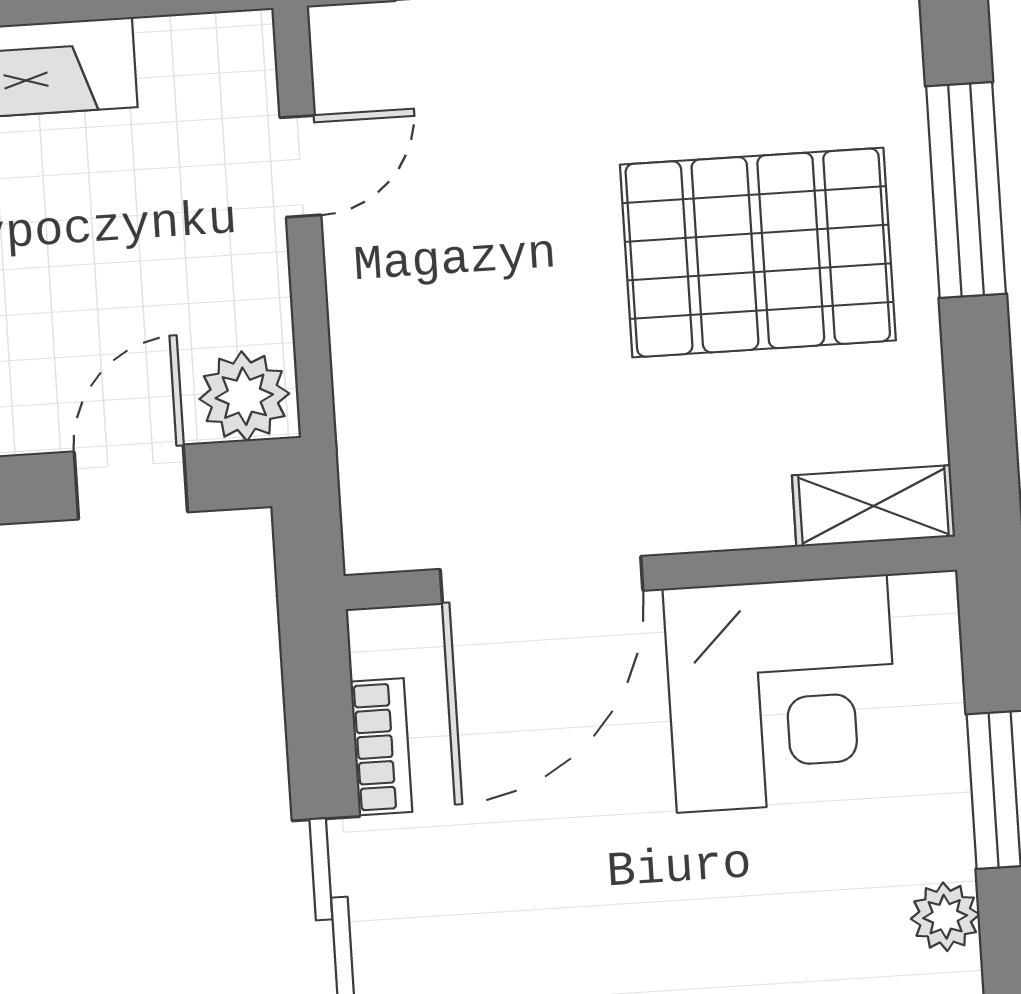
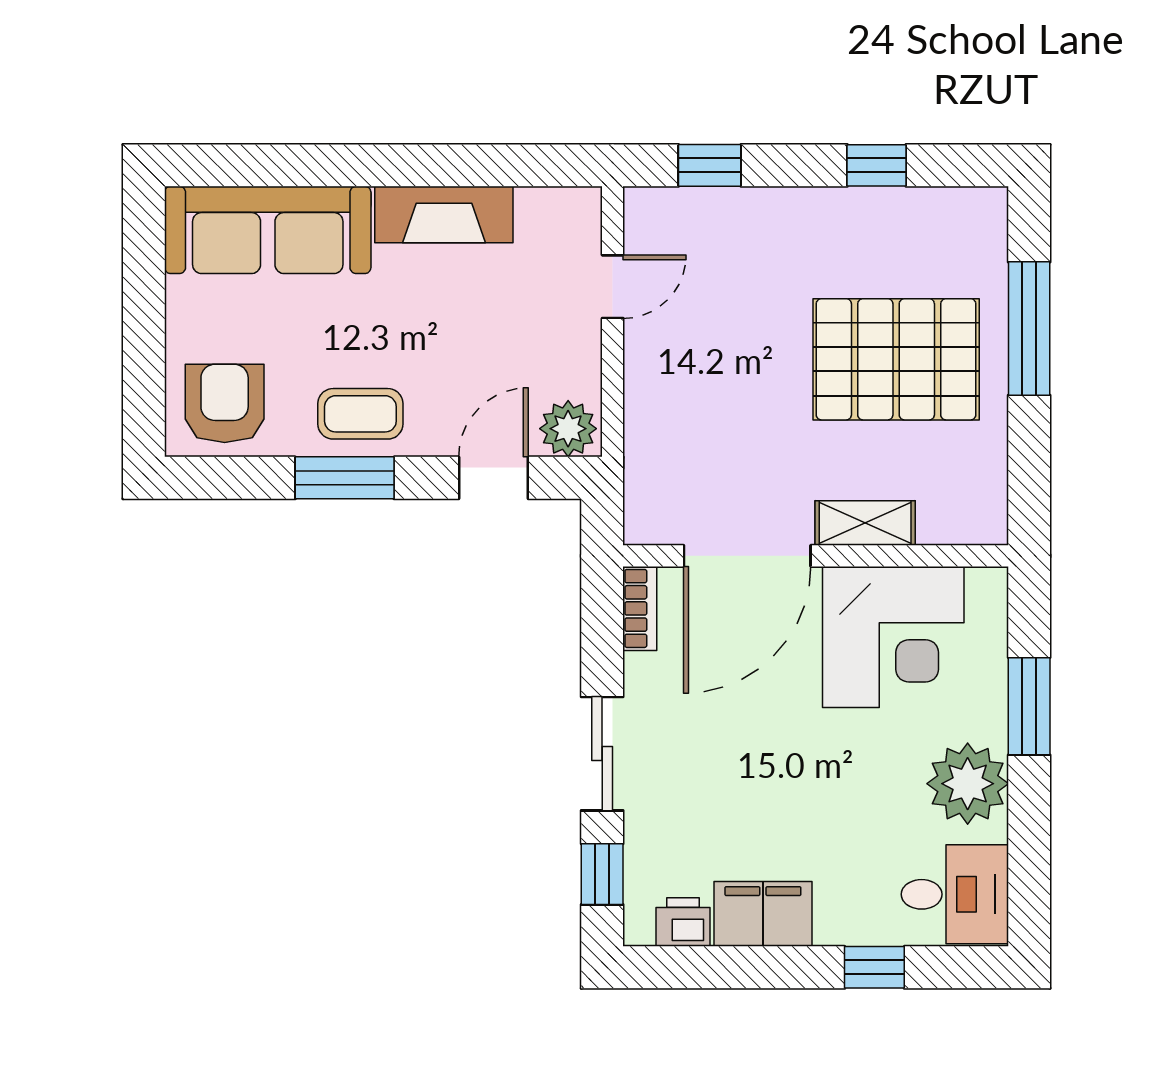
shelving: (873, 506) -> (865, 523), moved
bookcase: (381, 747) -> (640, 608), moved
plant: (945, 917) -> (968, 784), width x1.88, depth x1.88

